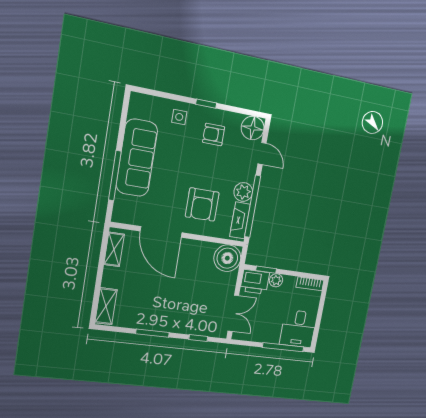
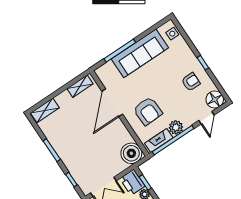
side table: (179, 117) -> (172, 34), moved
armchair: (214, 135) -> (191, 82), turned 90
armchair: (202, 205) -> (148, 111), turned -92

